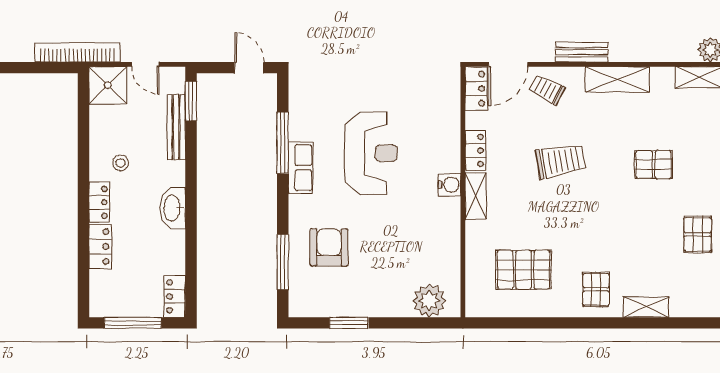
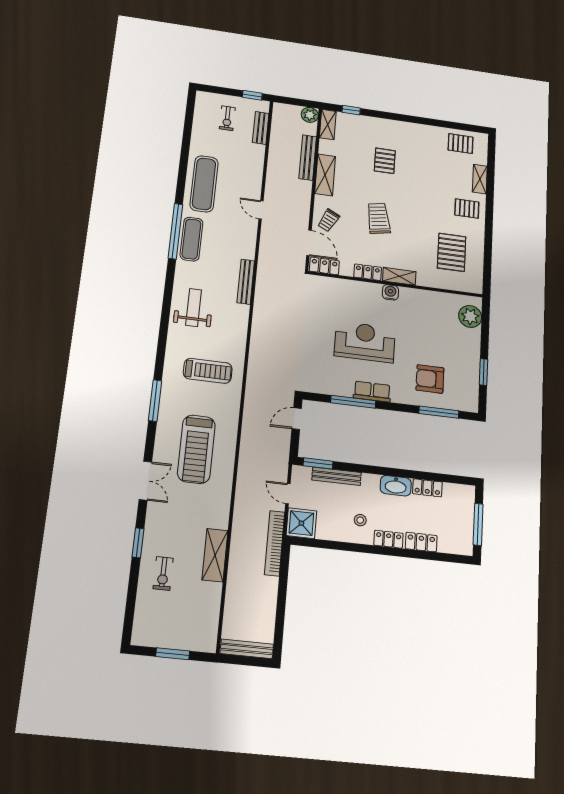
bench: (582, 52) -> (308, 158), moved, width x1.36
door: (145, 64) -> (288, 494), swing flipped
pallet: (698, 234) -> (461, 144), moved
locker: (175, 296) -> (427, 488), moved

